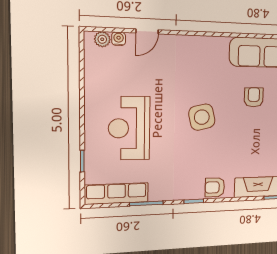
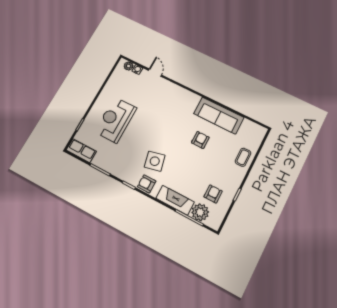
door: (147, 31) -> (155, 73), swing flipped
side table: (202, 117) -> (155, 161), moved
row of seats: (117, 193) -> (81, 151), width x0.68

